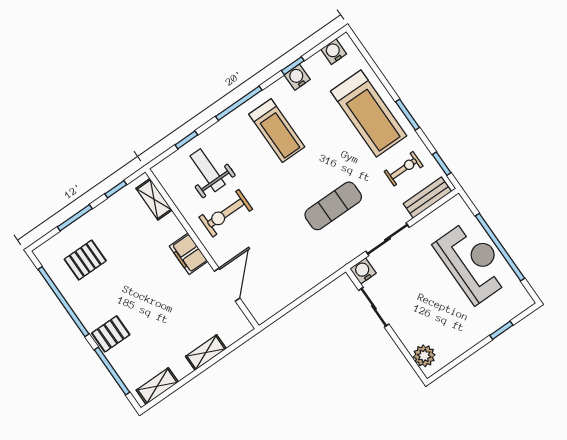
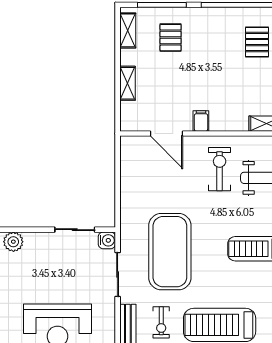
exercise mat: (333, 206) -> (170, 252), width x2.00, depth x1.45
filing cabinet: (189, 254) -> (201, 121), width x0.50
pallet: (111, 334) -> (171, 38), moved

